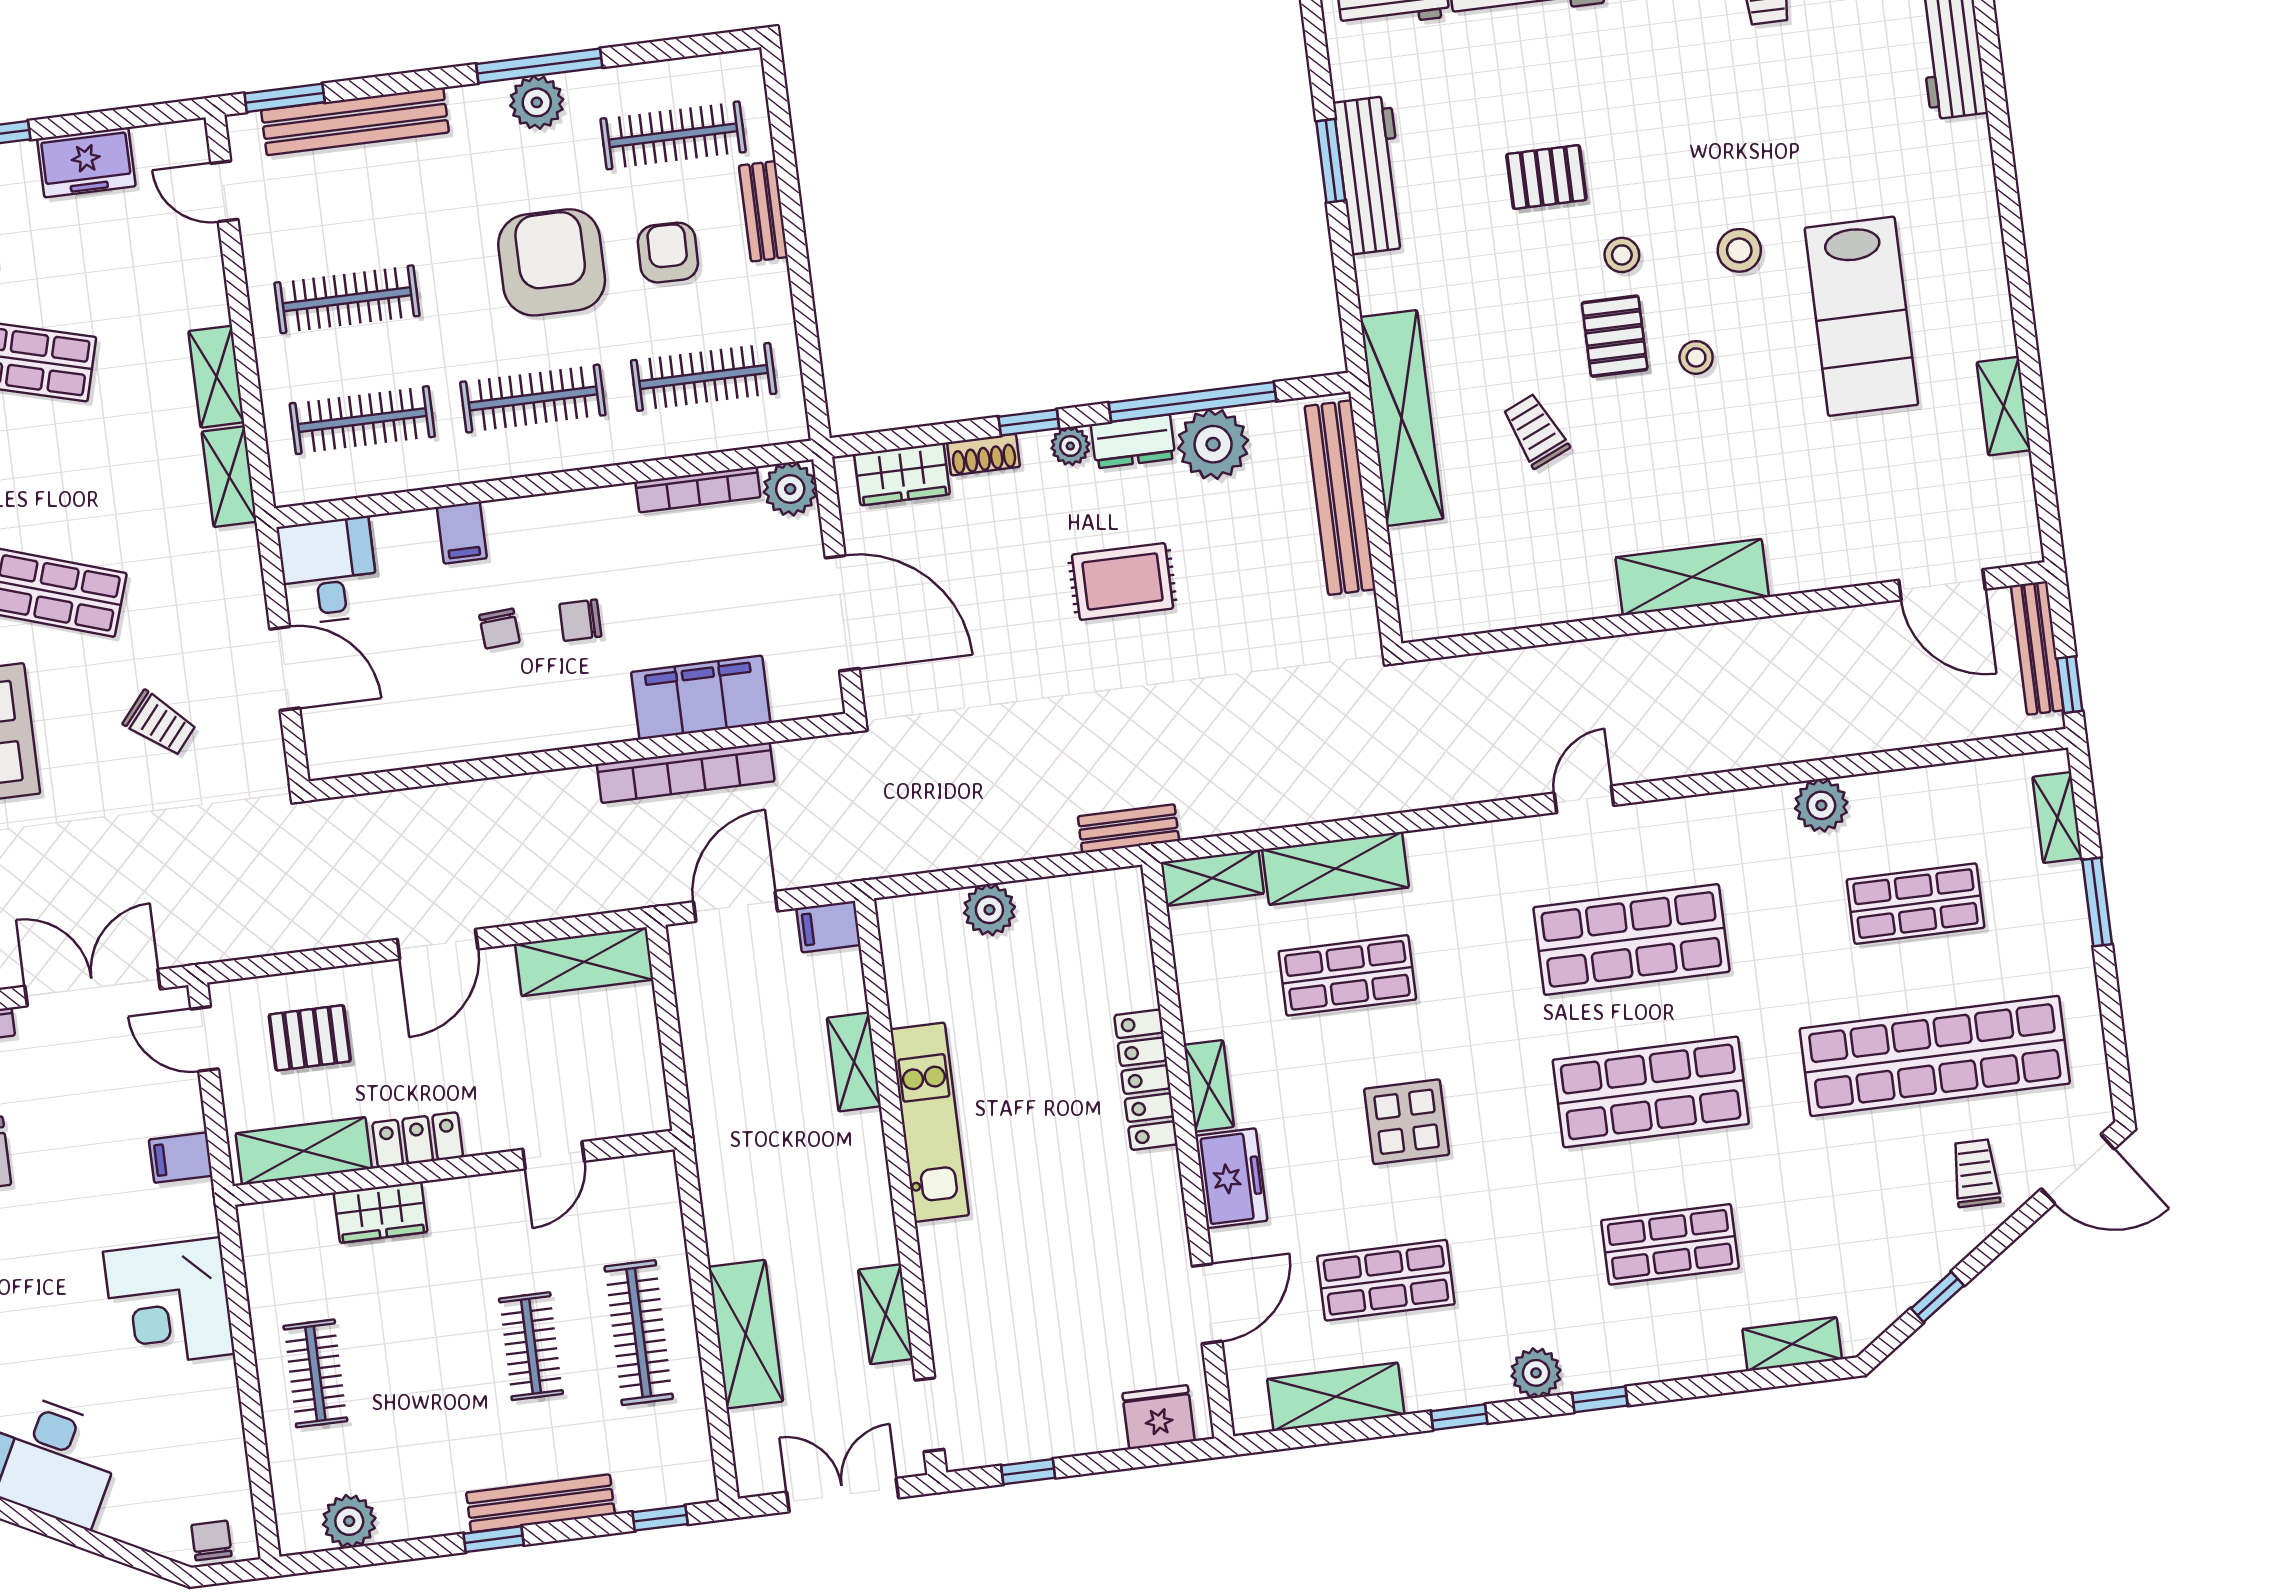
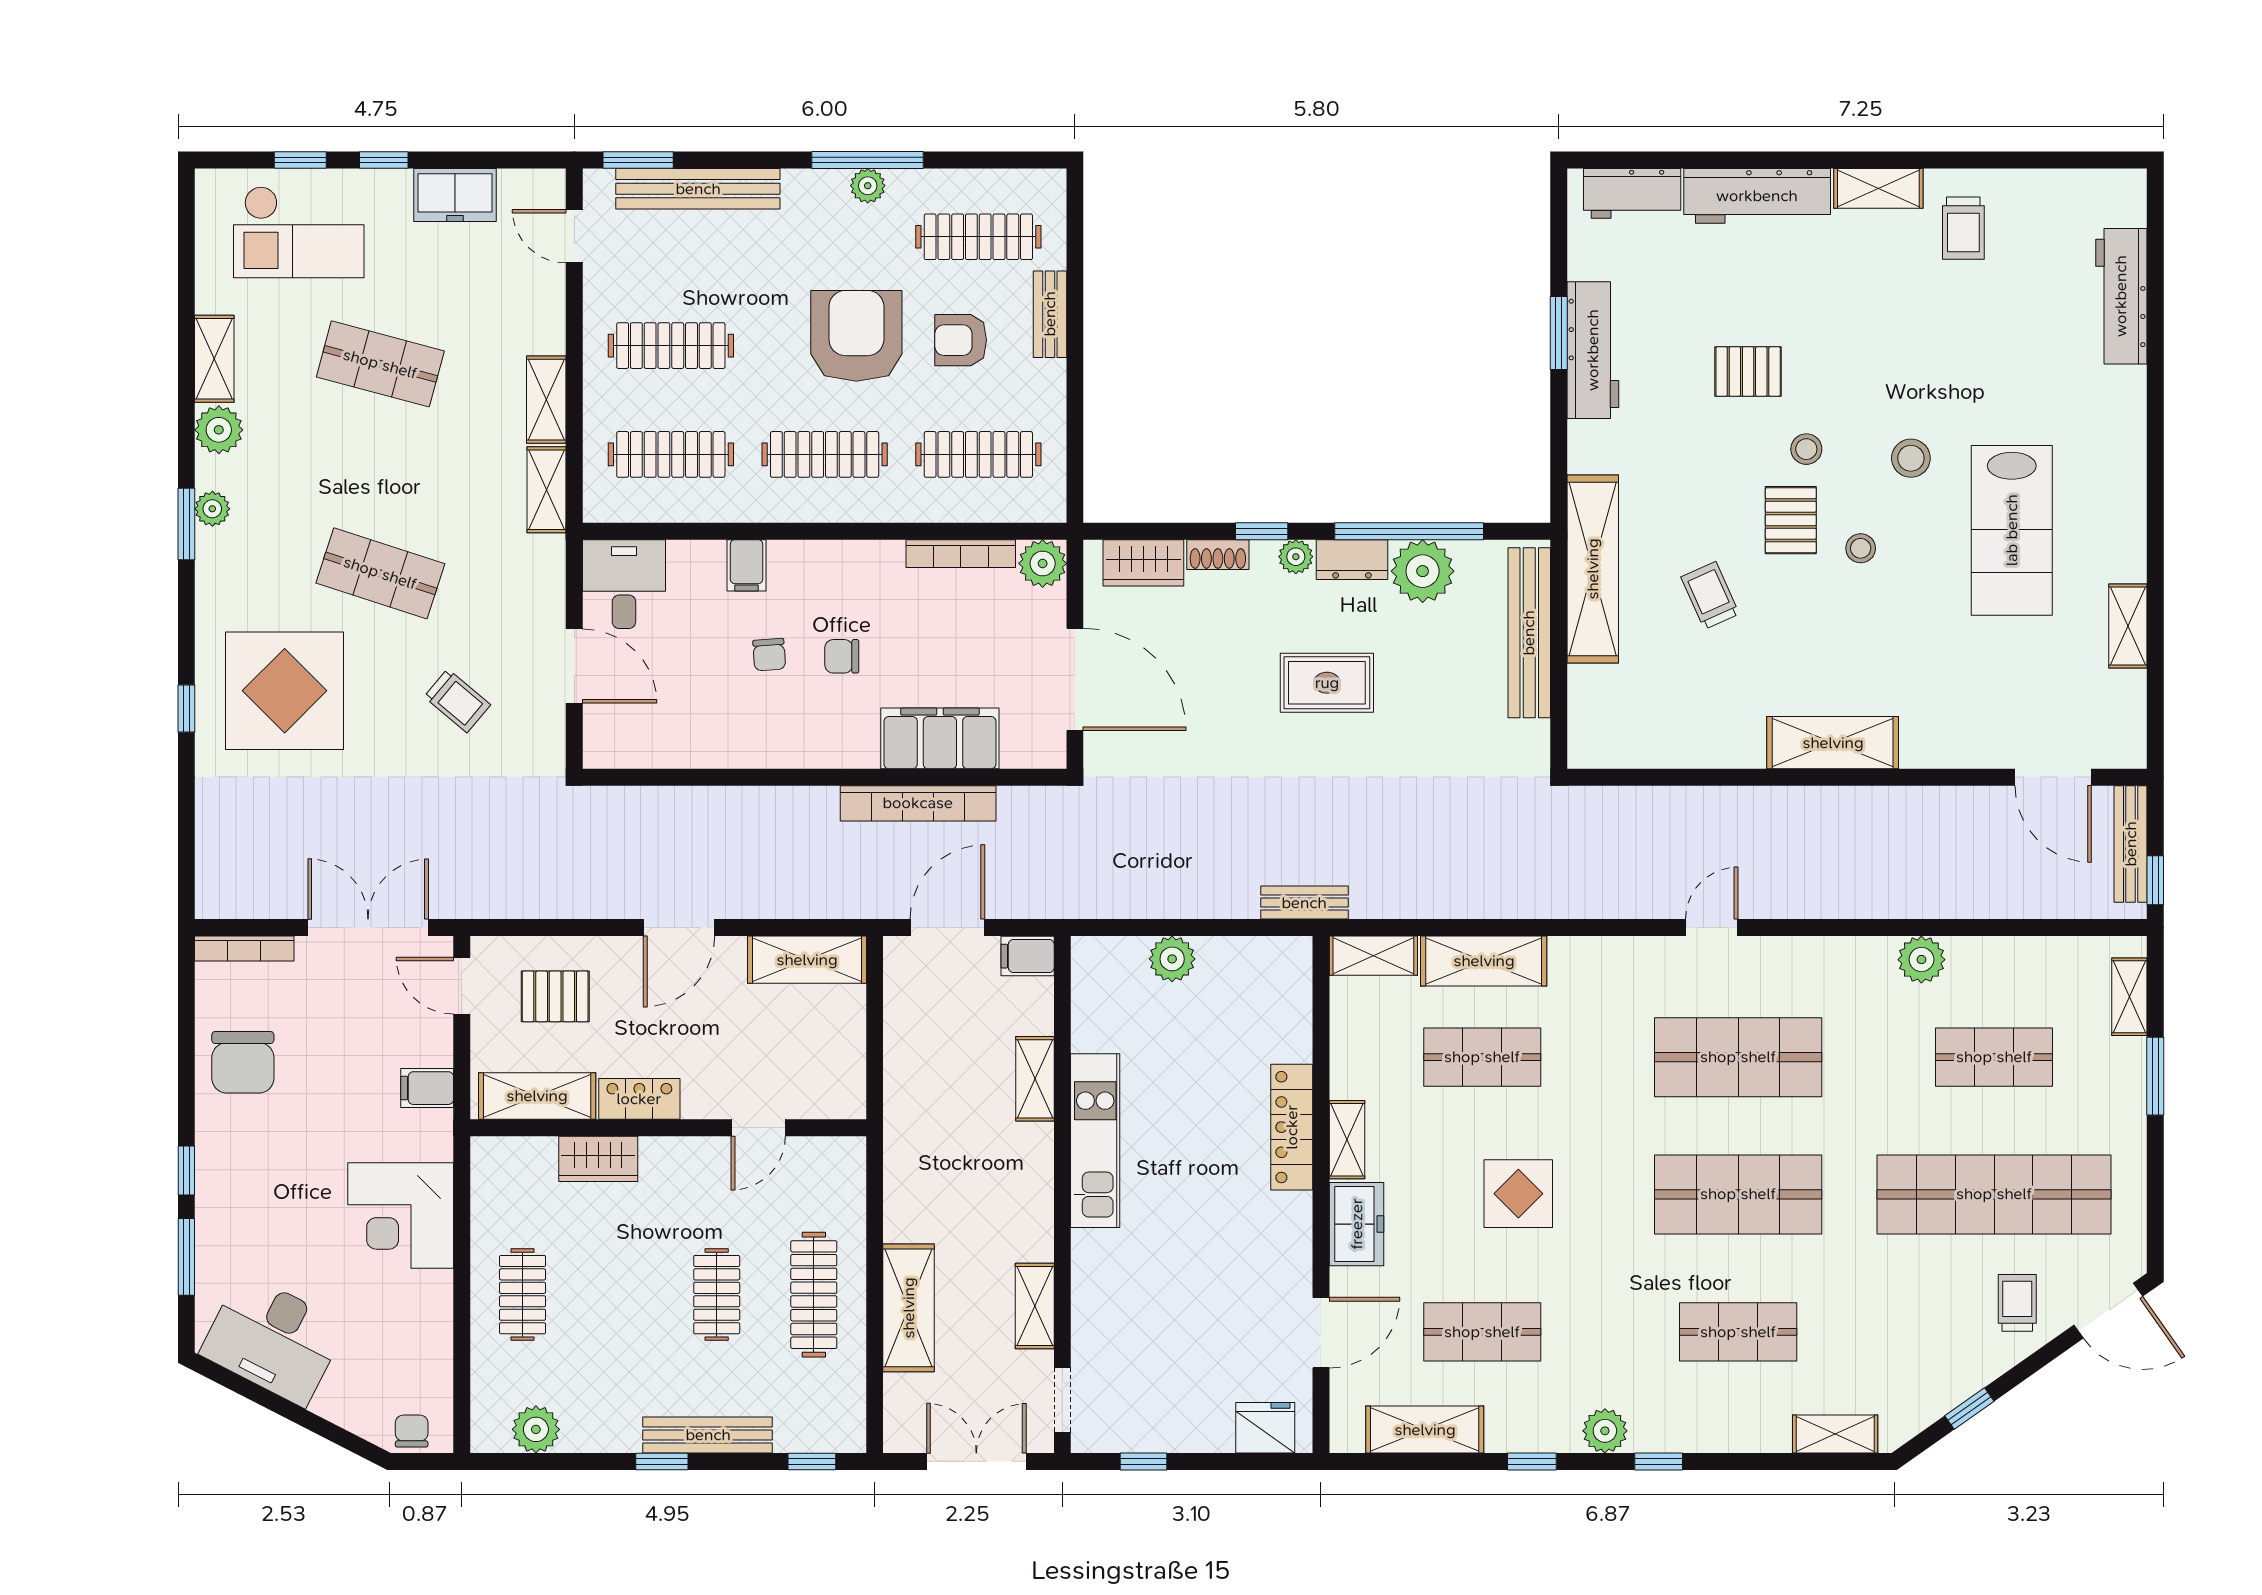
plant: (537, 102) -> (868, 186), width x0.73, depth x0.73
armchair: (668, 253) -> (961, 340), turned -91

